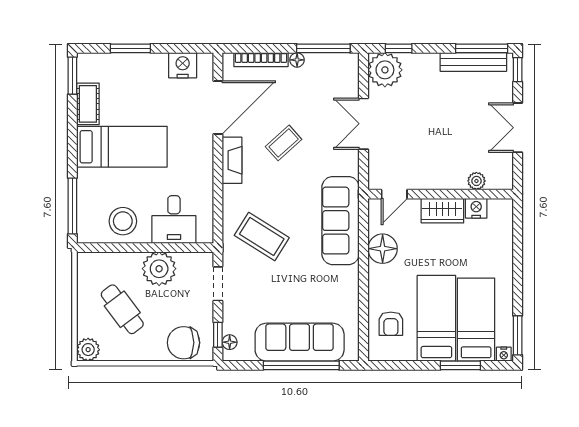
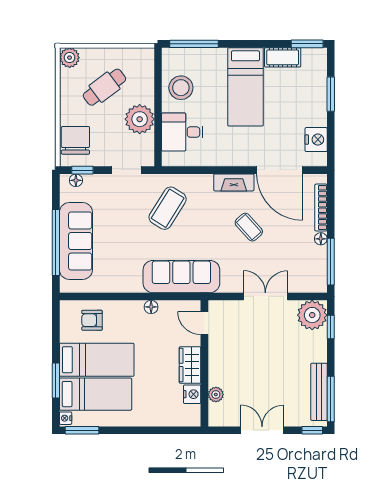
floor lamp: (383, 249) -> (151, 307), width x0.53, depth x0.53

